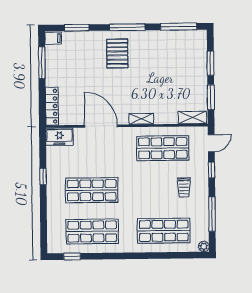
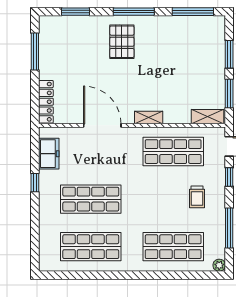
filing cabinet: (53, 38) -> (48, 24), removed
freezer: (59, 137) -> (49, 154), moved, turned -90
window: (72, 256) -> (67, 275), removed

